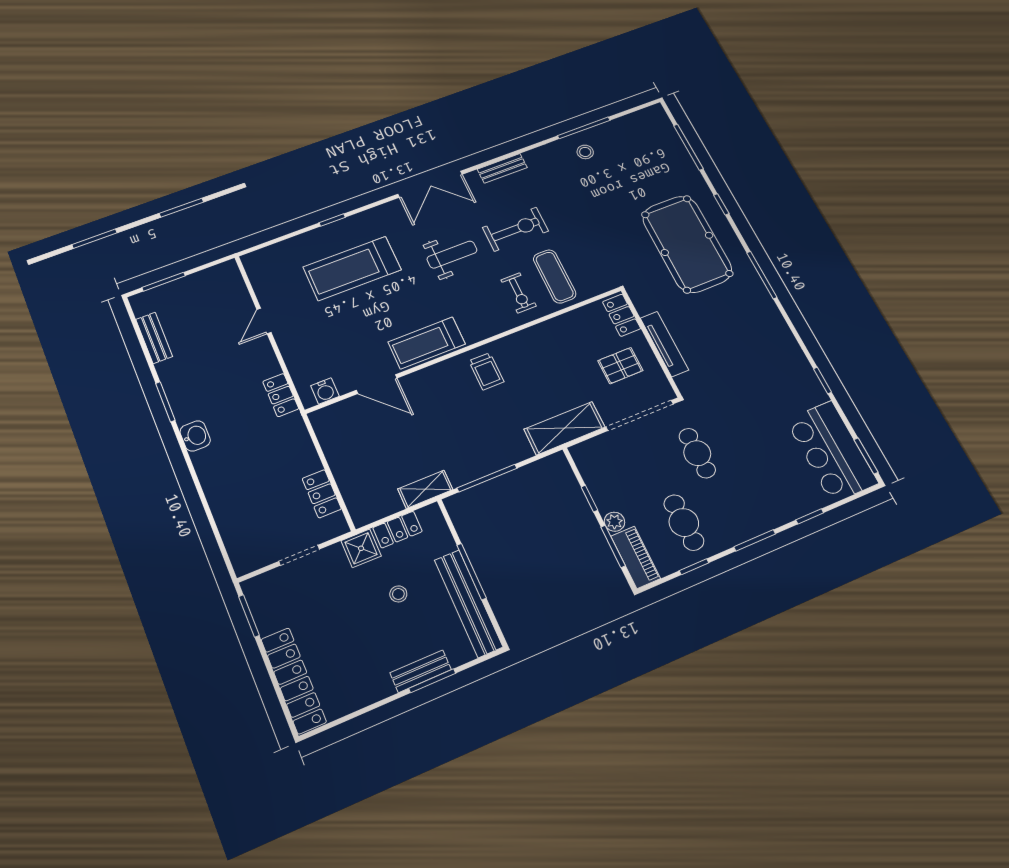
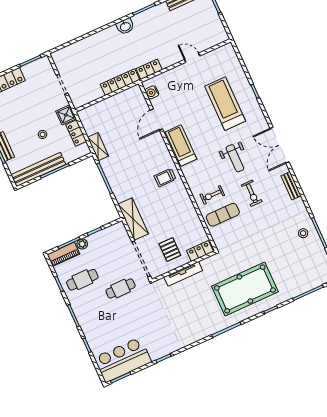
exercise bike: (515, 229) -> (252, 193), width x0.73, depth x0.72
locker: (322, 494) -> (120, 82), moved, width x1.53

